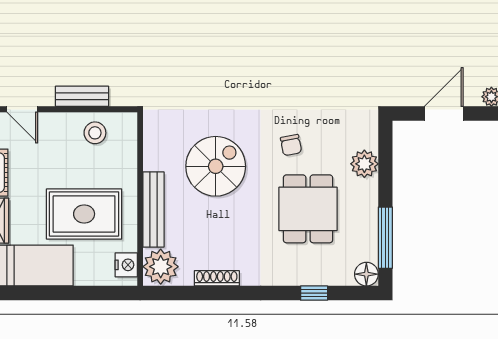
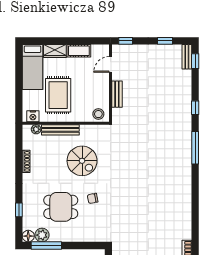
stool: (95, 133) -> (98, 114), moved
plant: (364, 164) -> (42, 235), moved
plant: (161, 267) -> (36, 129), width x0.53, depth x0.53

